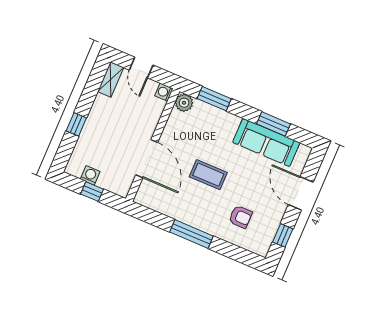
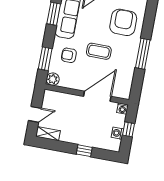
washing machine: (164, 92) -> (123, 109), moved
armchair: (212, 132) -> (69, 55), added
coffee table: (208, 175) -> (99, 51), turned 90
armchair: (241, 217) -> (123, 22), width x1.88, depth x1.88

